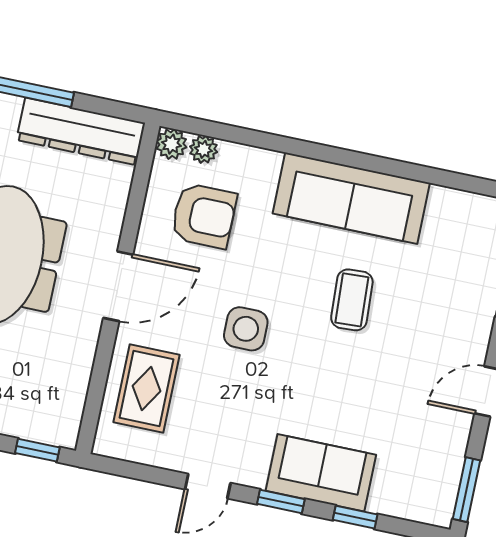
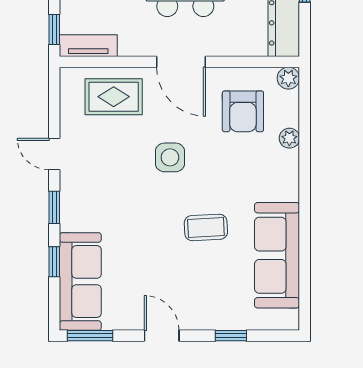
plant: (204, 149) -> (289, 138), moved
sofa: (351, 198) -> (277, 255), moved
tv unit: (69, 408) -> (88, 46), added
sofa: (321, 473) -> (80, 281), moved, width x1.36

